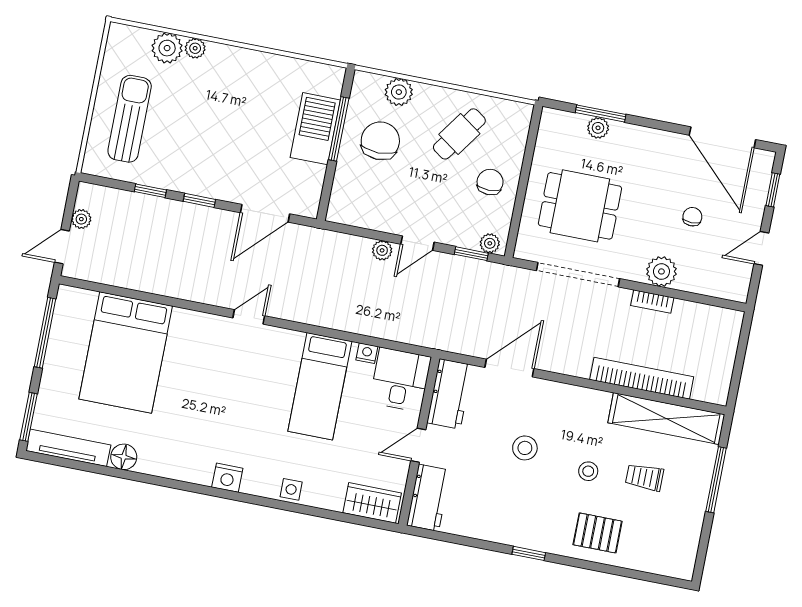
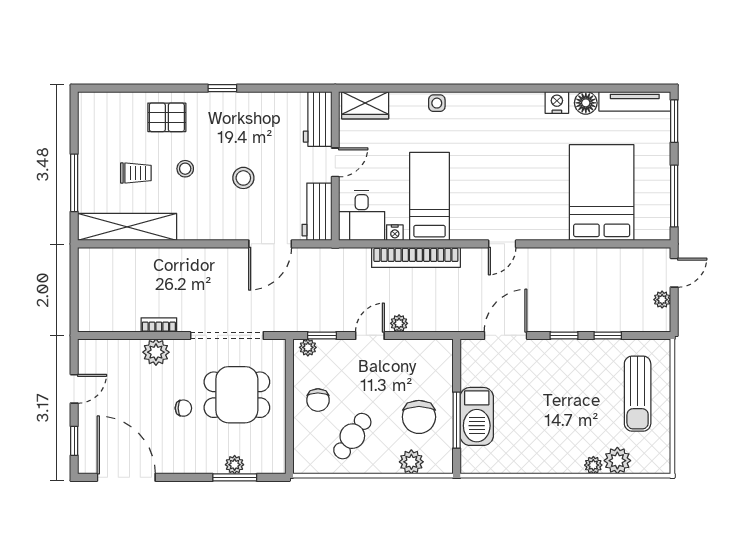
chair: (692, 217) -> (183, 408), moved, turned -90
bookcase: (642, 378) -> (416, 257), moved
nightstand: (227, 478) -> (557, 102), moved

